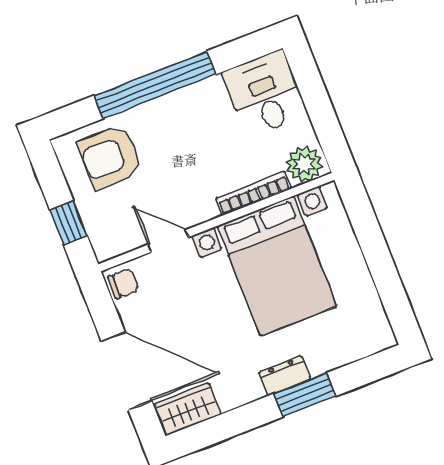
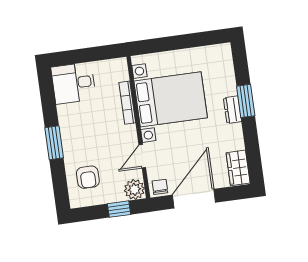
window: (155, 85) -> (54, 143), width x0.47
armchair: (110, 157) -> (88, 177), width x0.72, depth x0.72
plant: (304, 164) -> (134, 189), moved
door: (127, 371) -> (194, 199), moved

